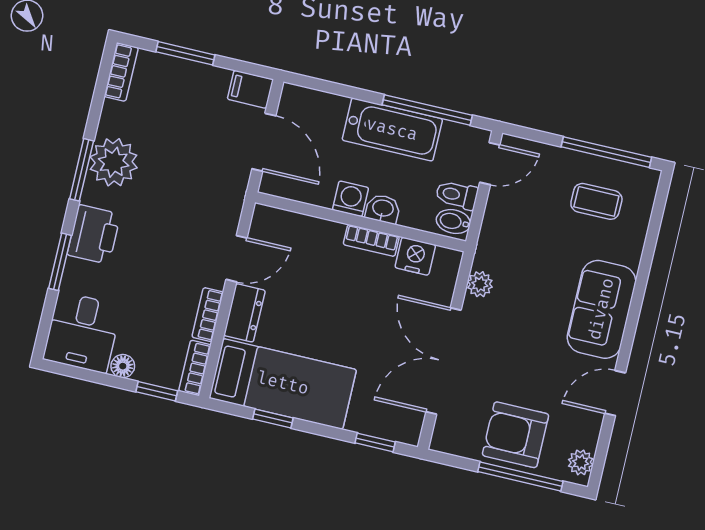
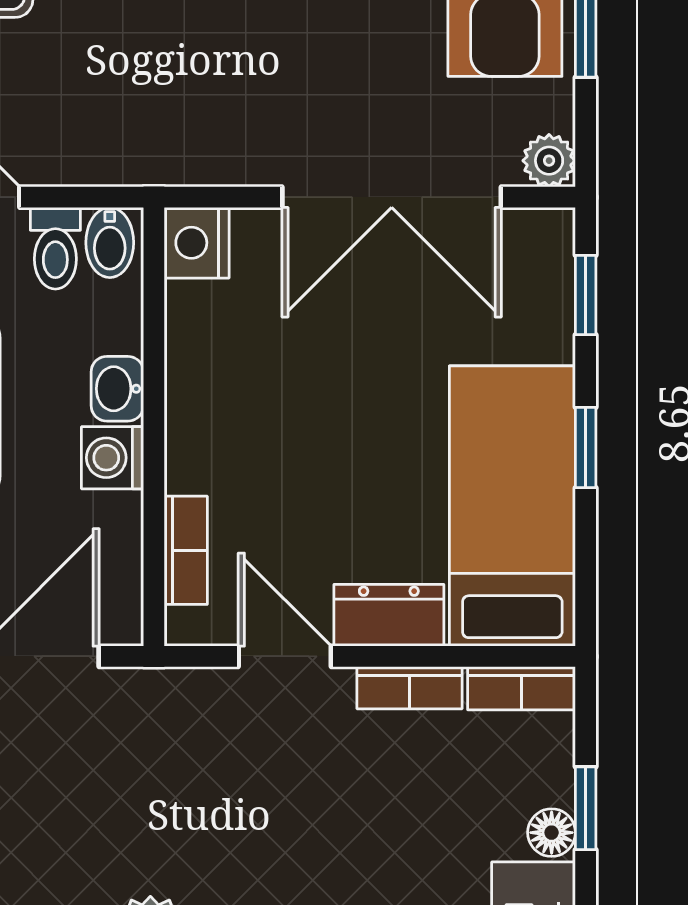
bookcase: (371, 240) -> (186, 550), moved
nightstand: (415, 256) -> (197, 243), moved
plant: (480, 284) -> (549, 161), moved
window: (157, 391) -> (586, 808), moved
window: (273, 418) -> (586, 447), moved

